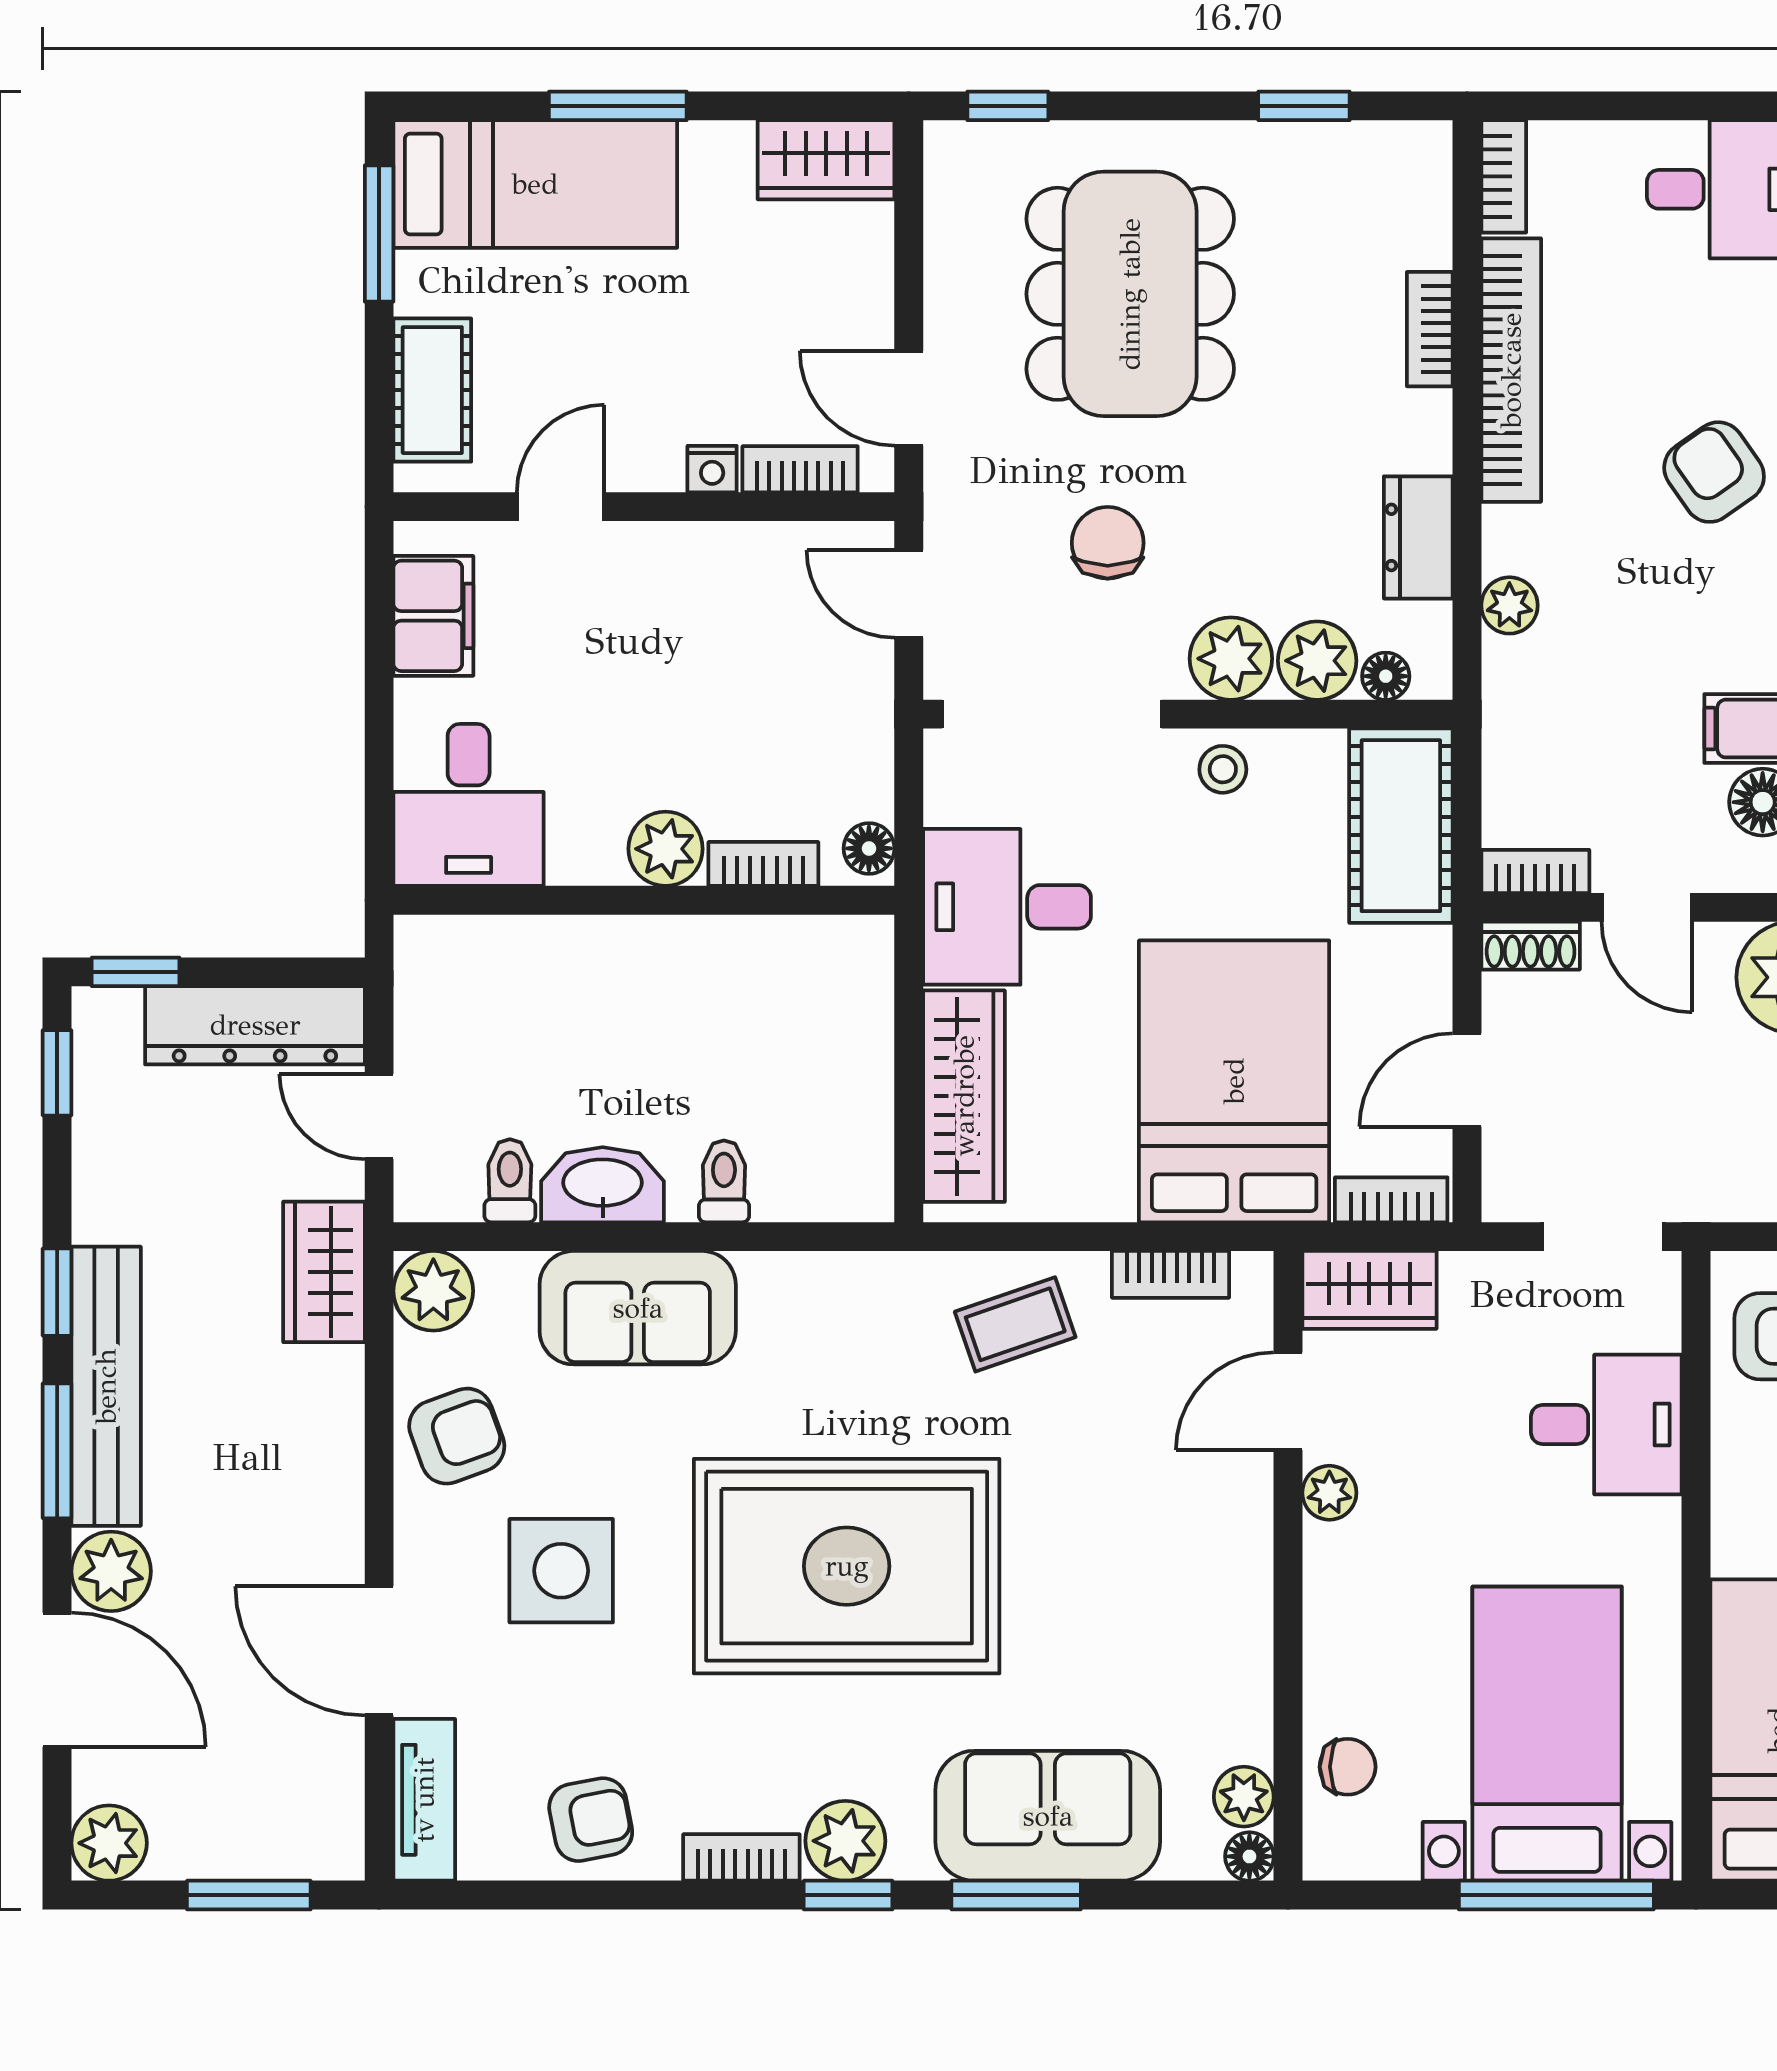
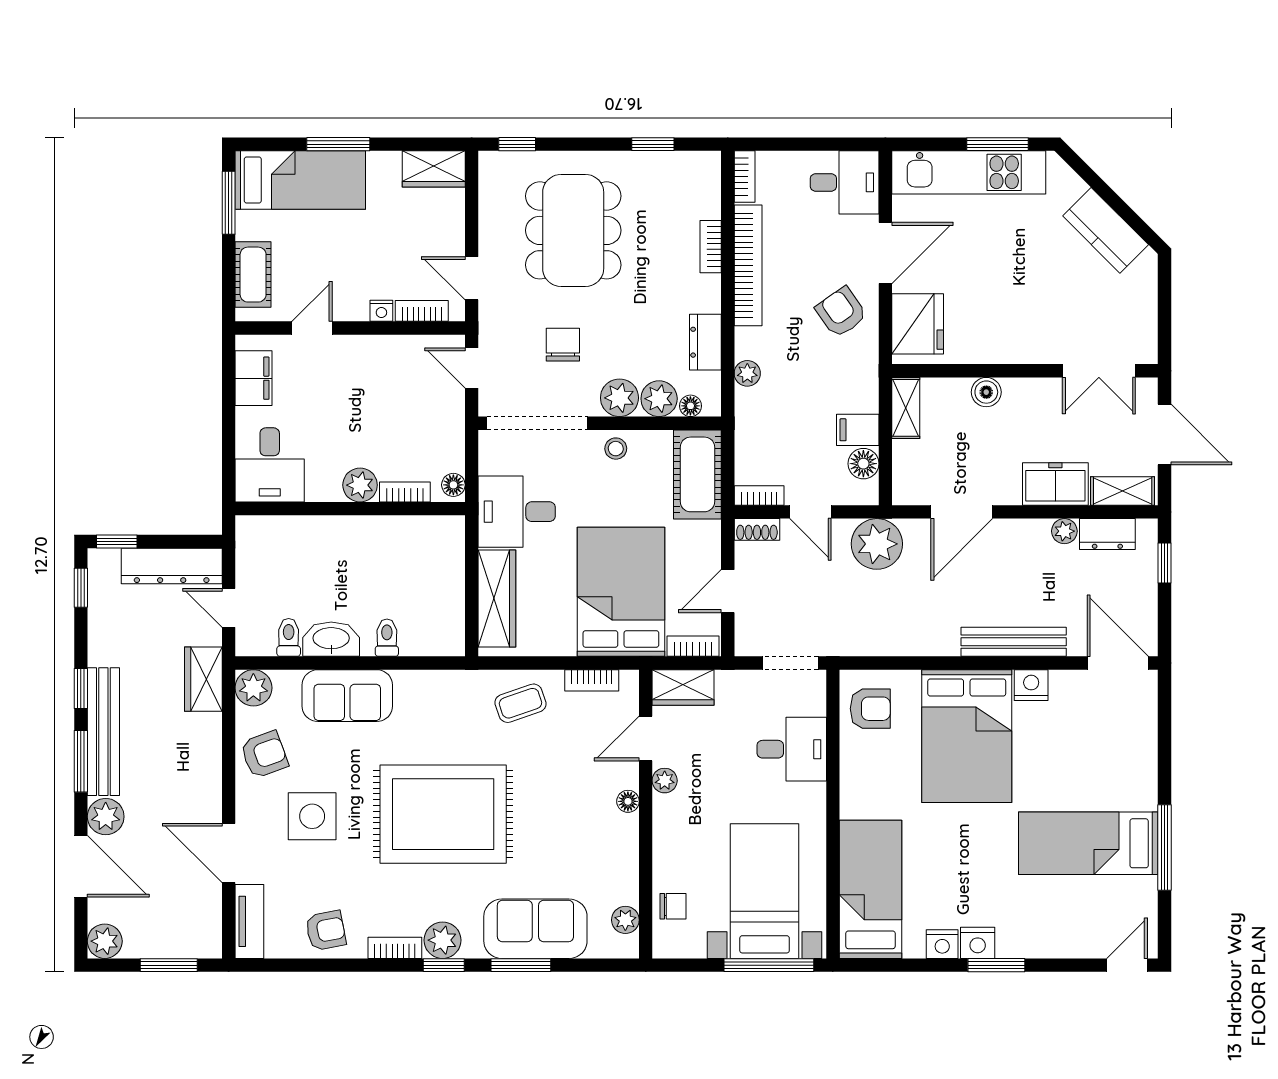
floor lamp: (1249, 1856) -> (628, 801), moved

